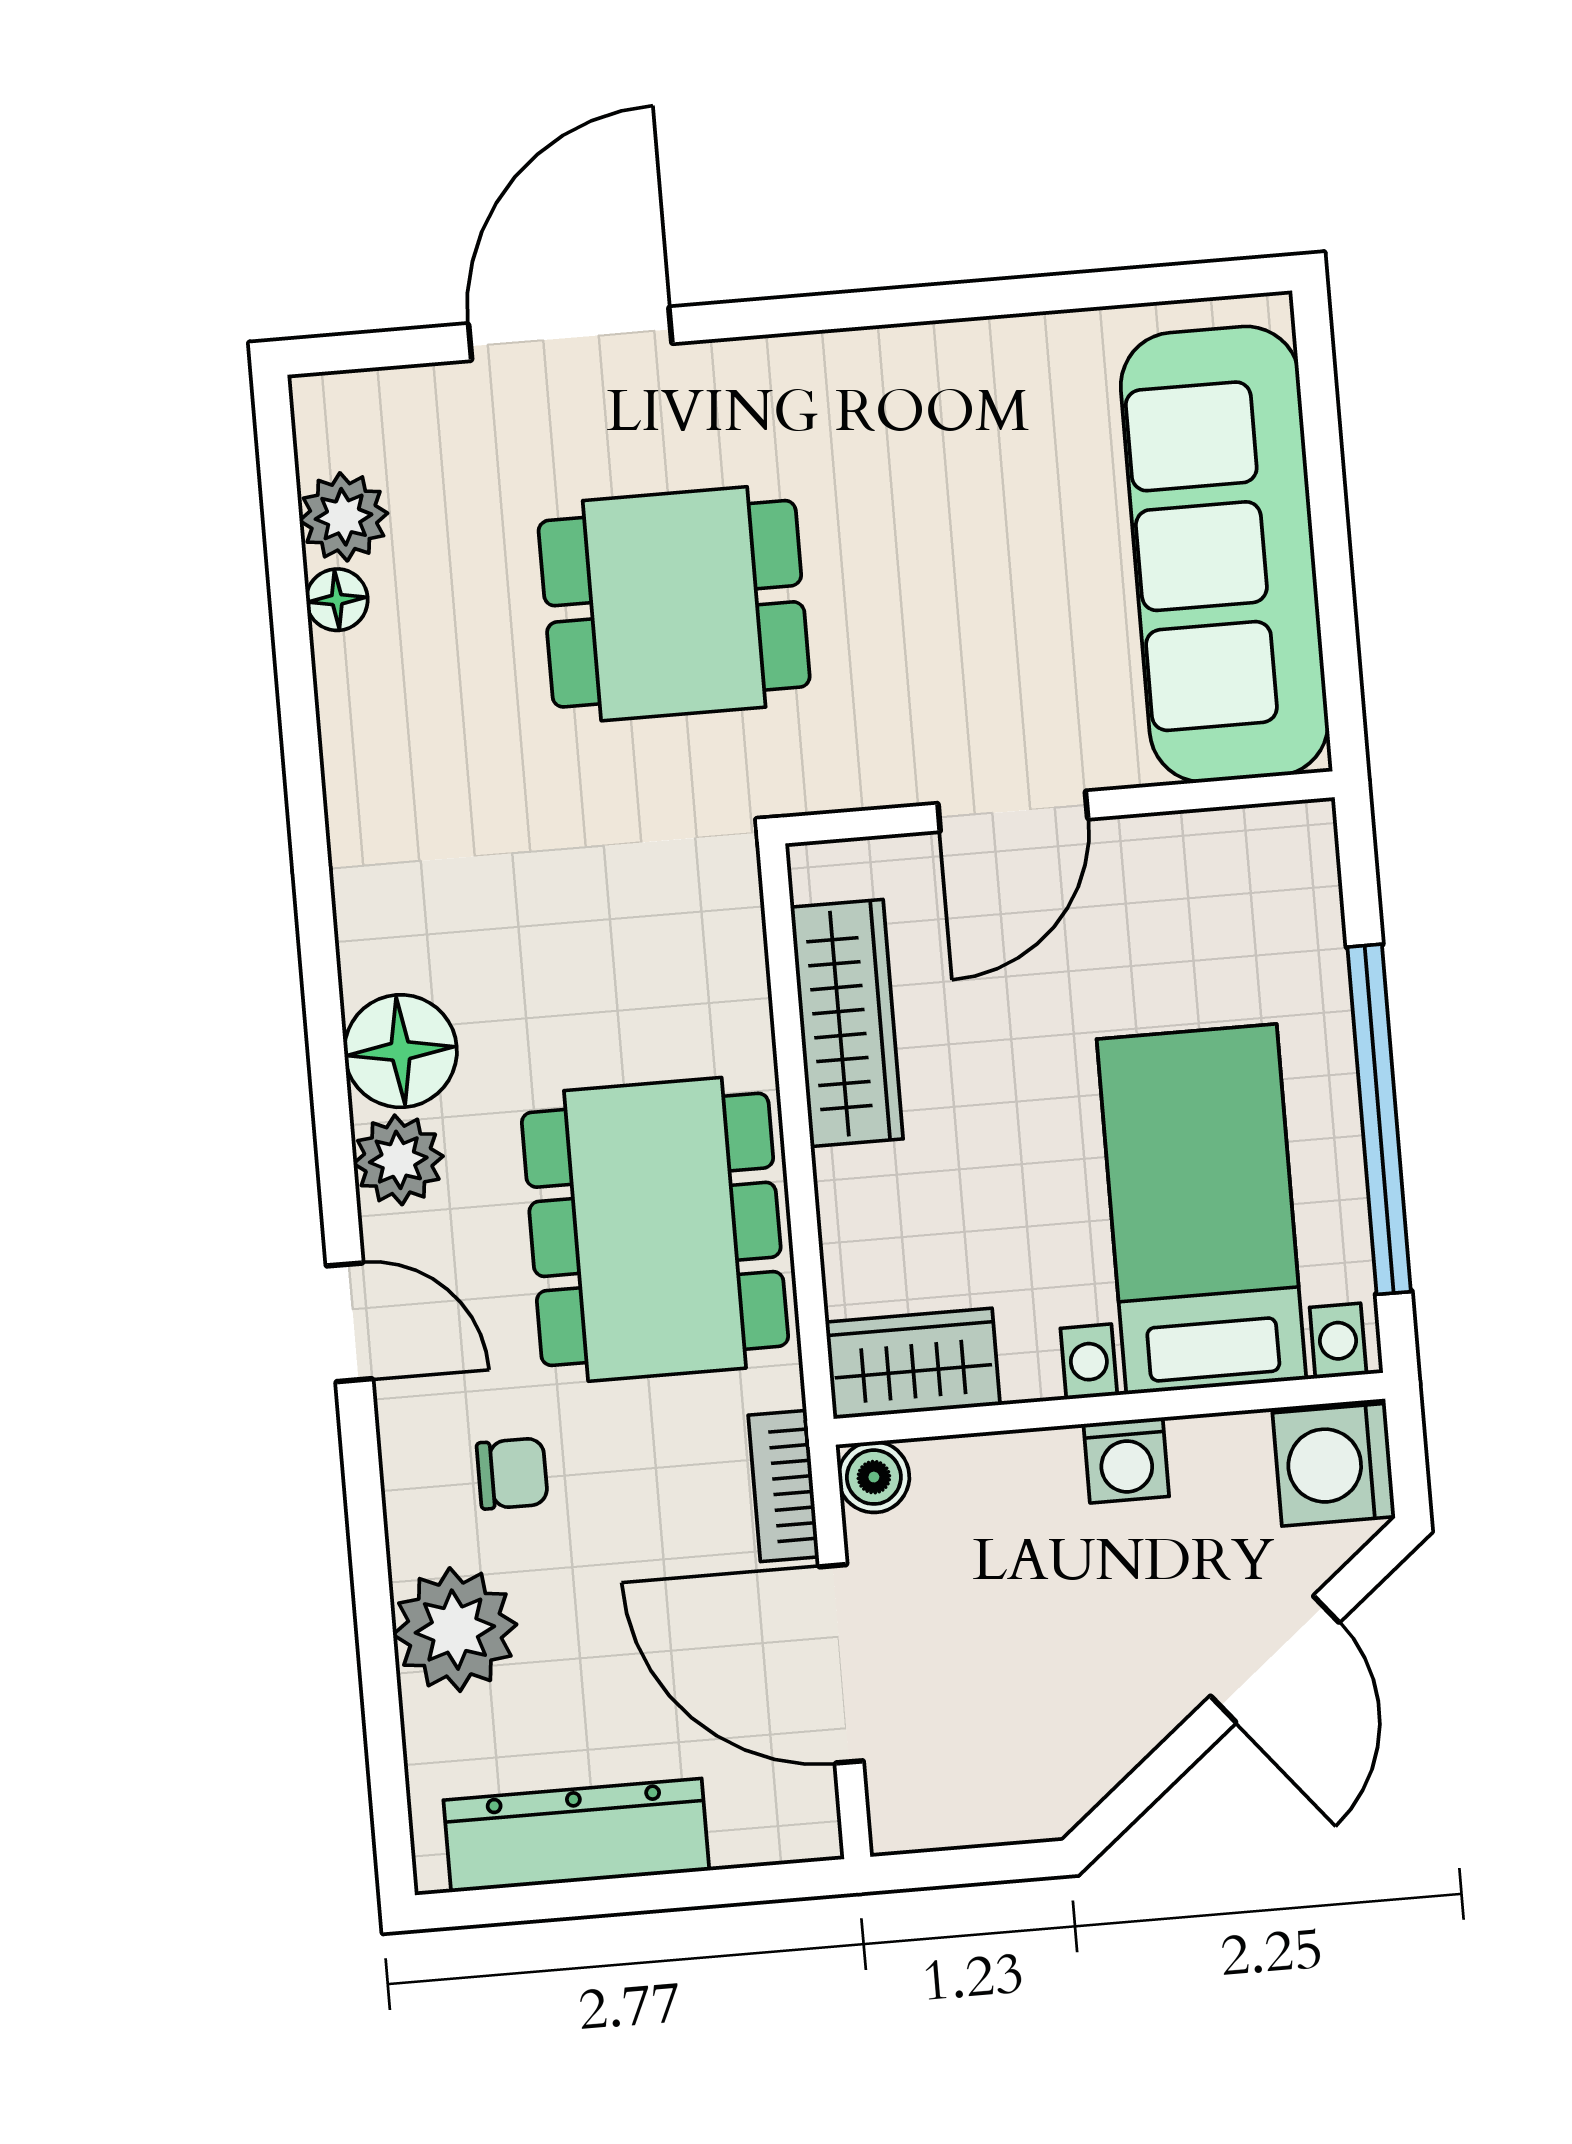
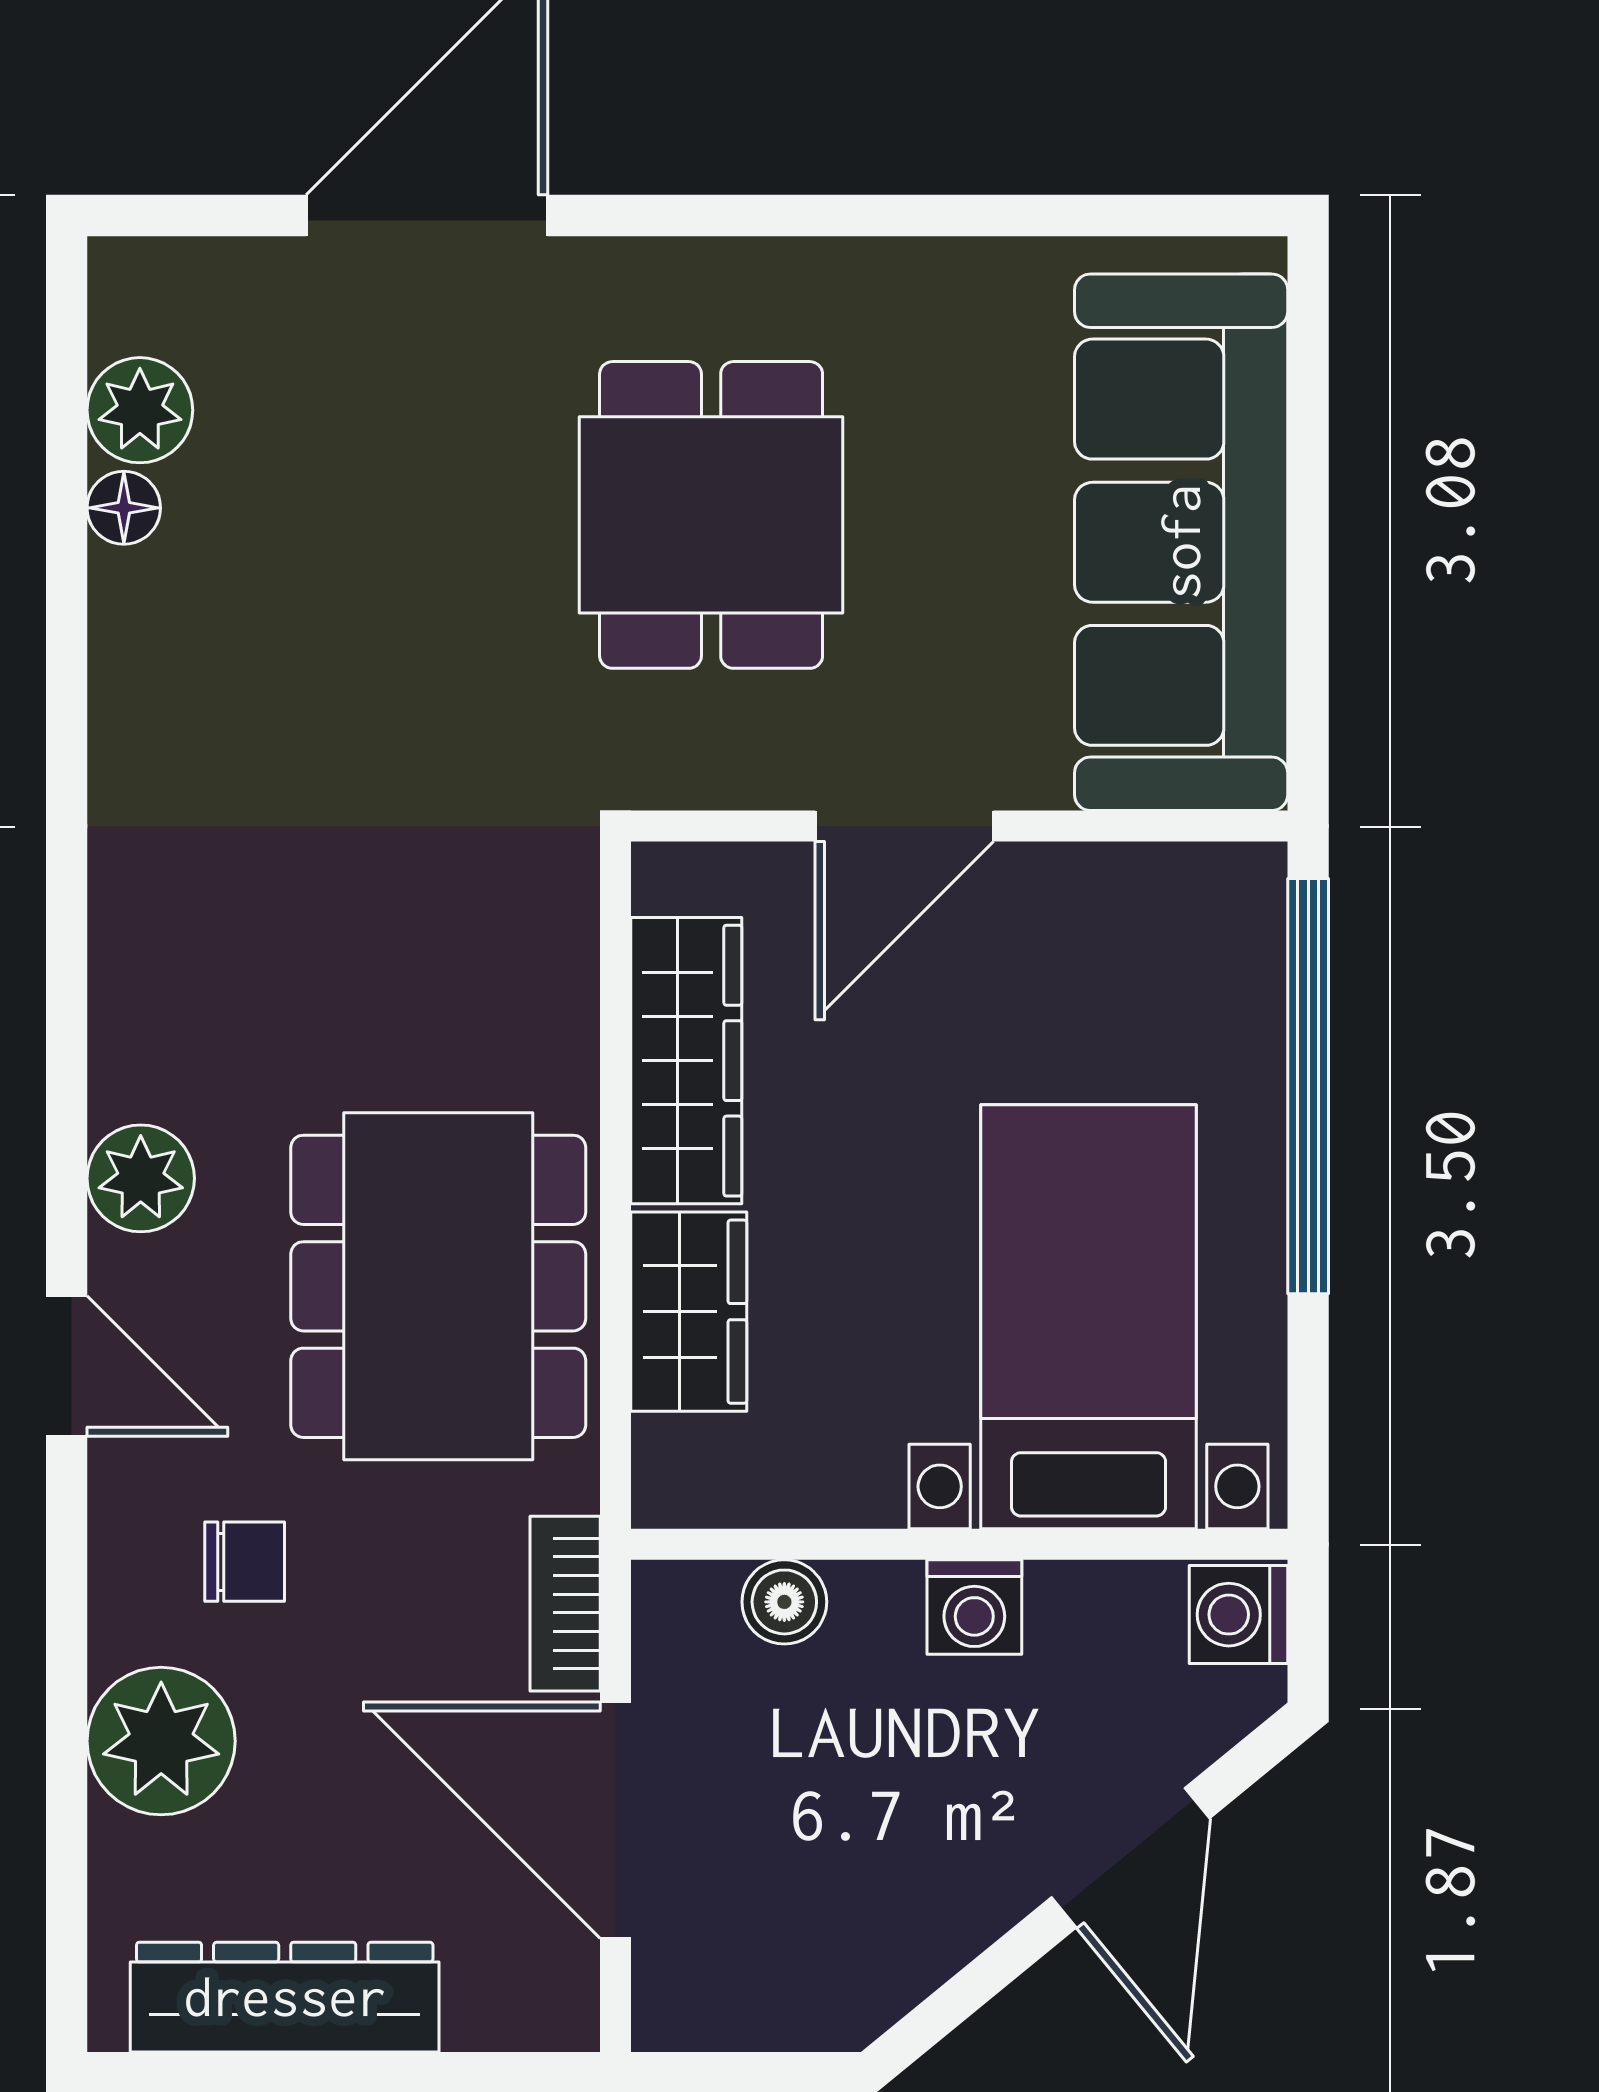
dining table: (674, 604) -> (711, 515), moved, turned 90
floor lamp: (401, 1051) -> (154, 1049), removed
window: (1379, 1119) -> (1308, 1086), moved
wardrobe: (913, 1364) -> (689, 1312), moved, turned 90
washing machine: (1334, 1465) -> (1239, 1615), width x0.73, depth x0.73
boiler: (874, 1477) -> (784, 1602), moved

